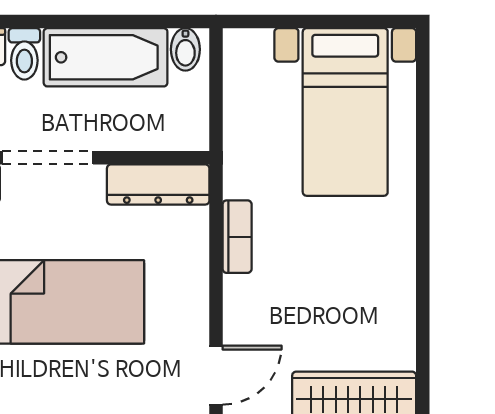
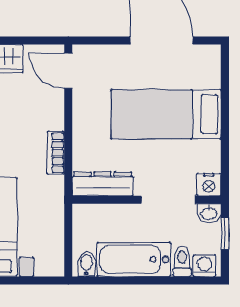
door: (216, 375) -> (68, 71), hinge flipped

